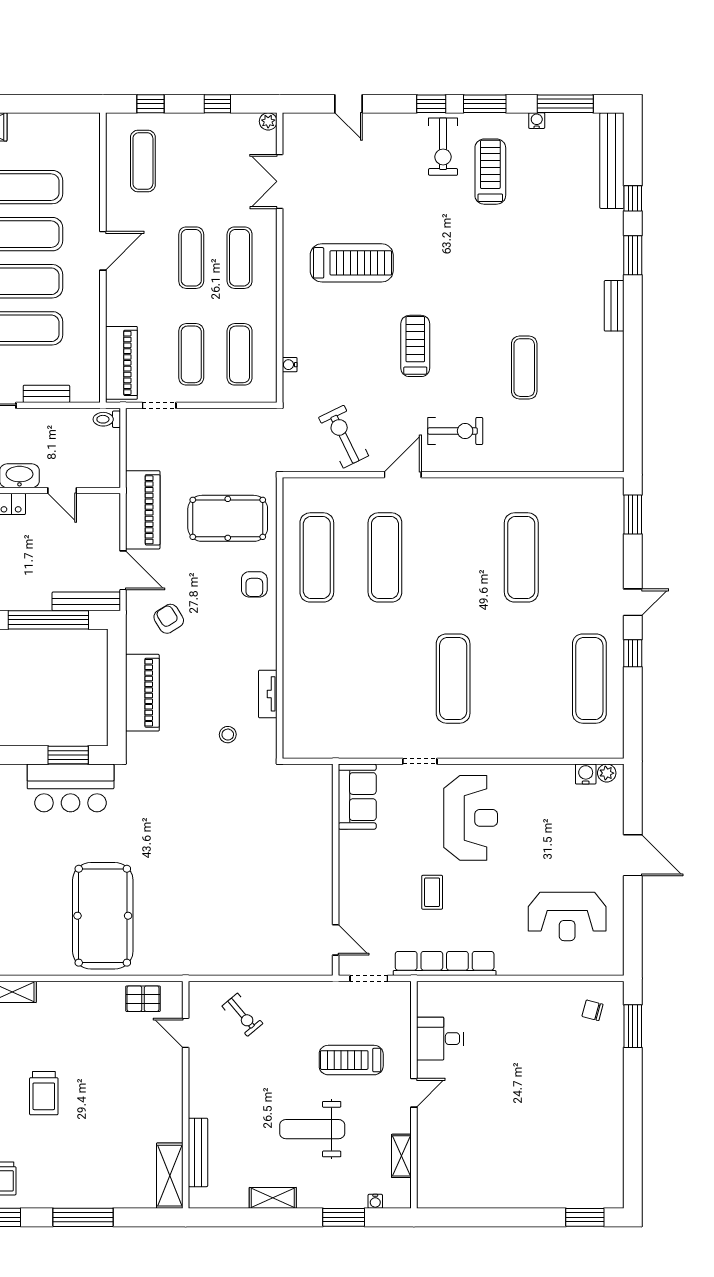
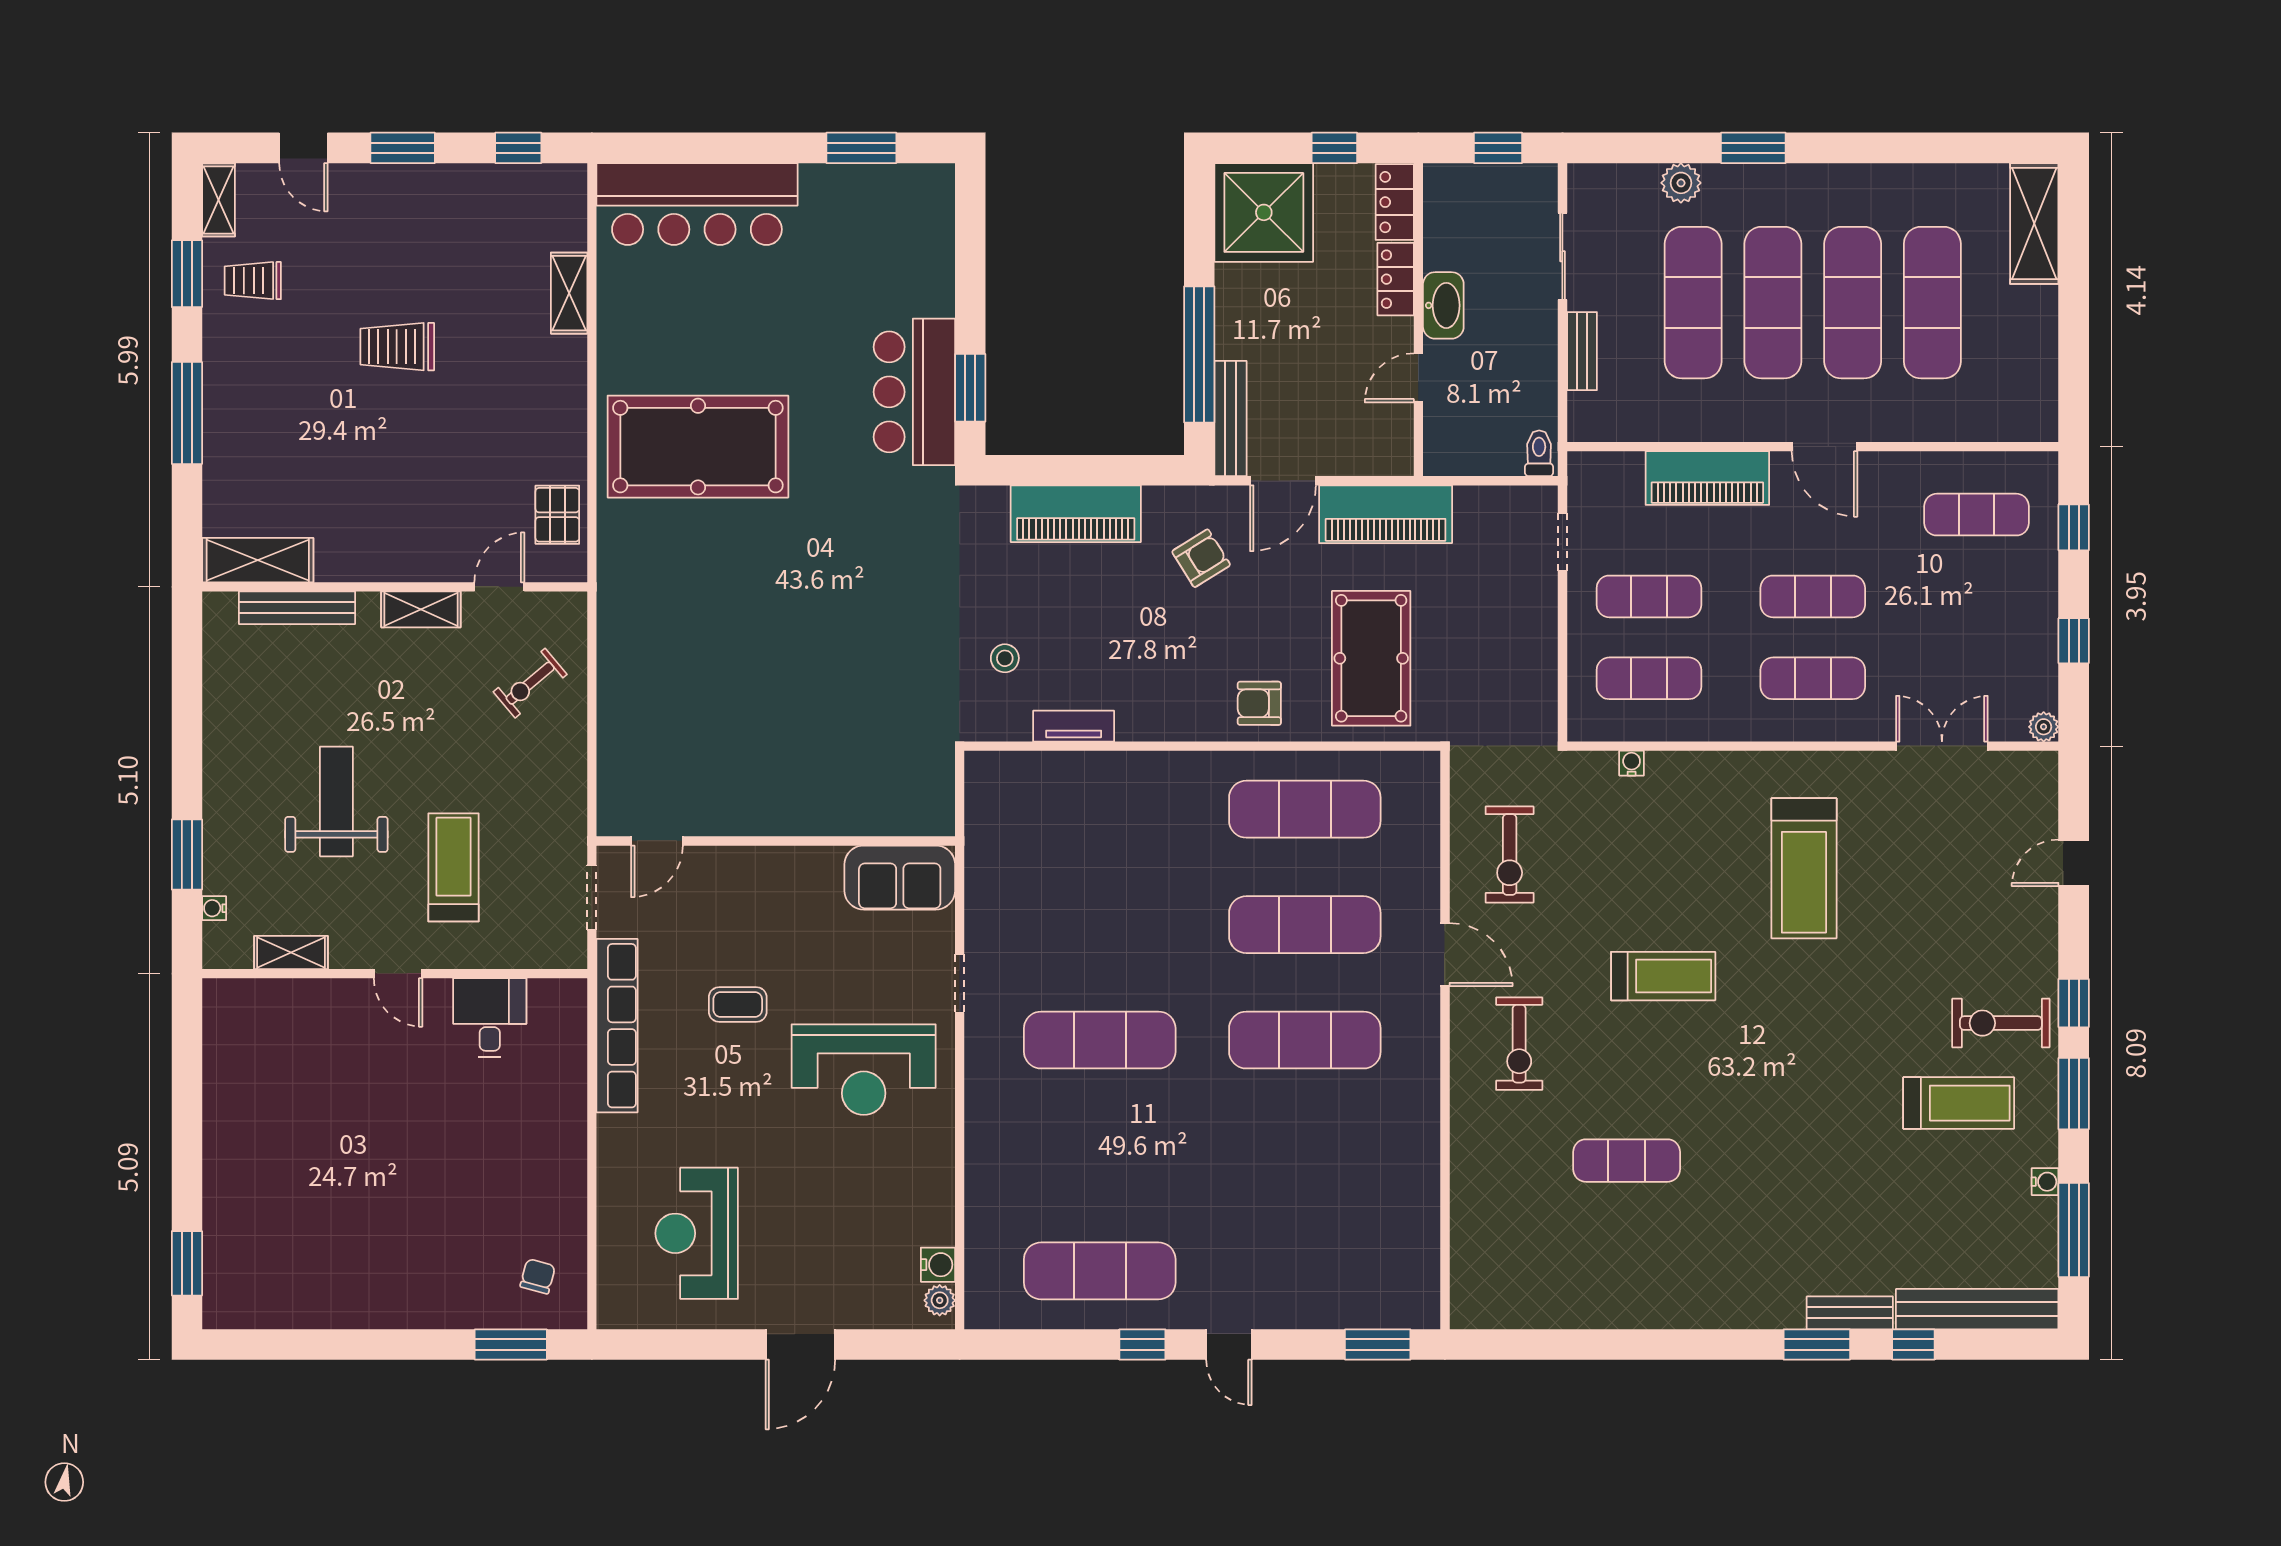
bench: (614, 306) -> (1850, 1313), moved
piano: (121, 363) -> (1707, 478), moved
exercise bike: (344, 437) -> (1510, 854), turned 116
exercise mat: (521, 557) -> (1305, 1040), moved
shelving: (273, 1198) -> (421, 609), moved, turned 90

